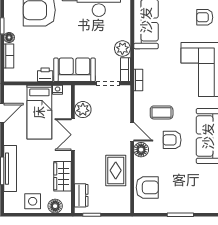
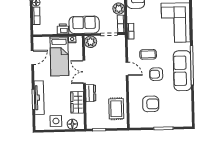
plant: (83, 110) -> (91, 42), moved
floor lamp: (141, 150) -> (134, 82), removed
rug: (116, 170) -> (116, 109), moved
armchair: (147, 187) -> (151, 104), moved
dresser: (81, 195) -> (91, 93), moved

